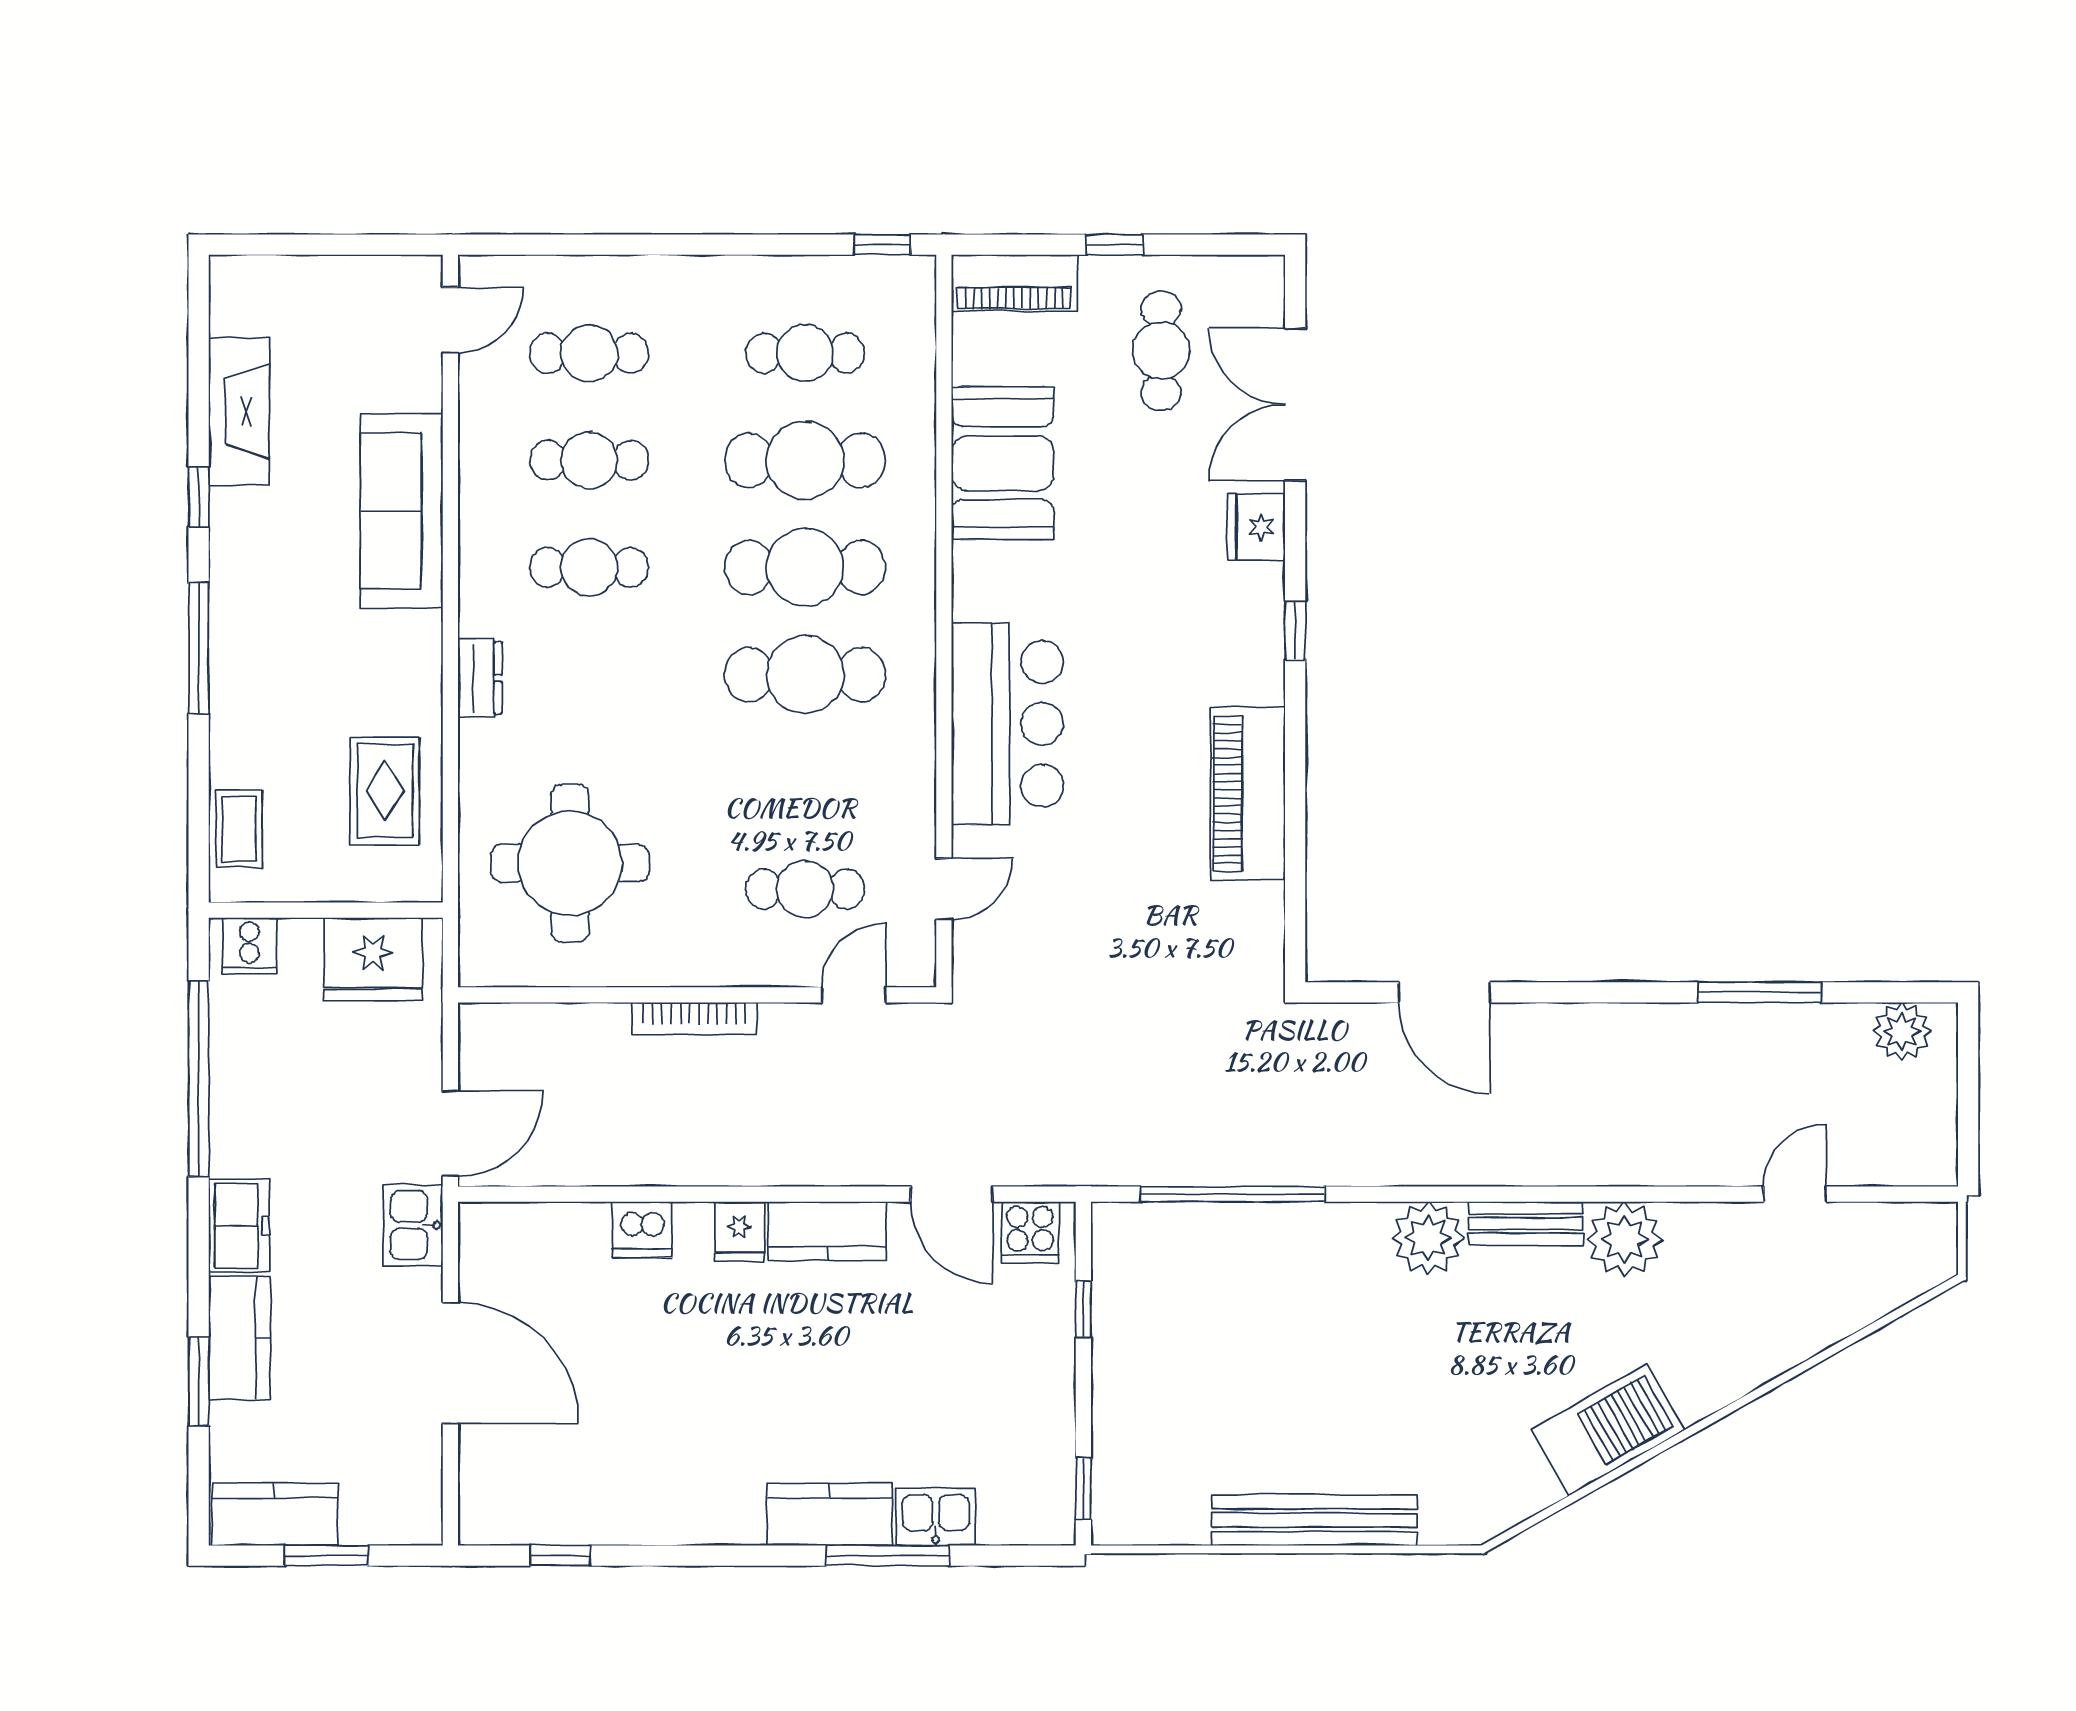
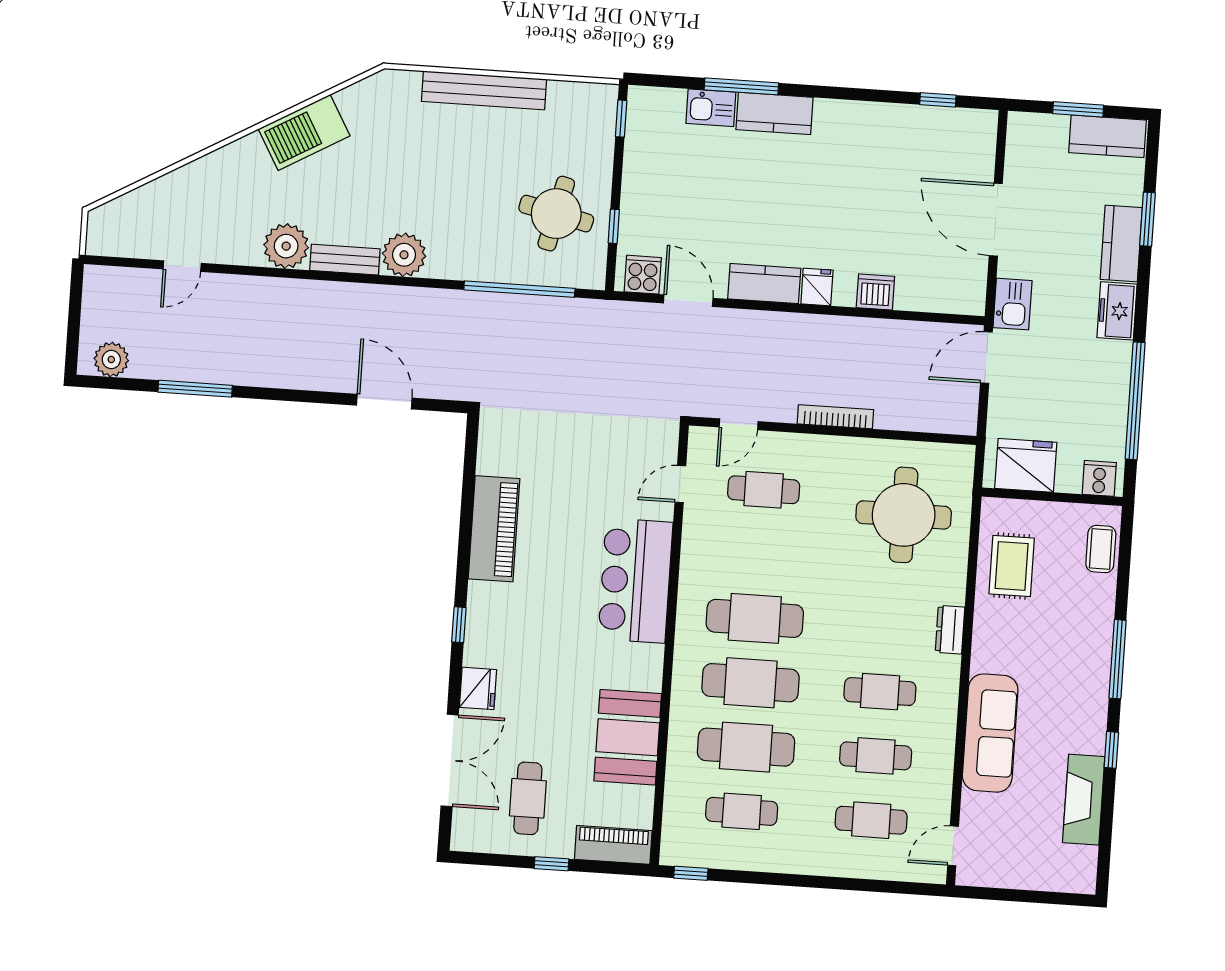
round table: (1180, 1324) -> (556, 214), added

